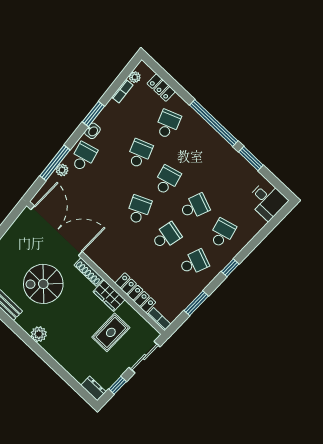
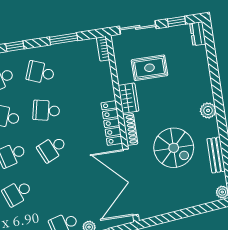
locker: (135, 293) -> (112, 123), moved

